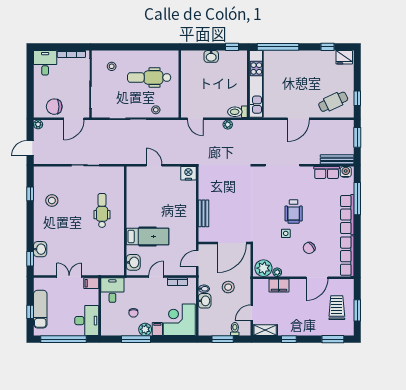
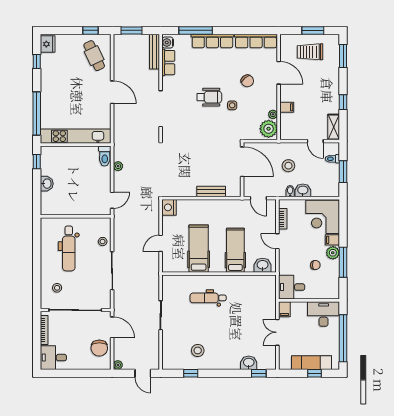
hospital bed: (149, 201) -> (199, 249), added
filing cabinet: (279, 285) -> (287, 107), width x0.50

